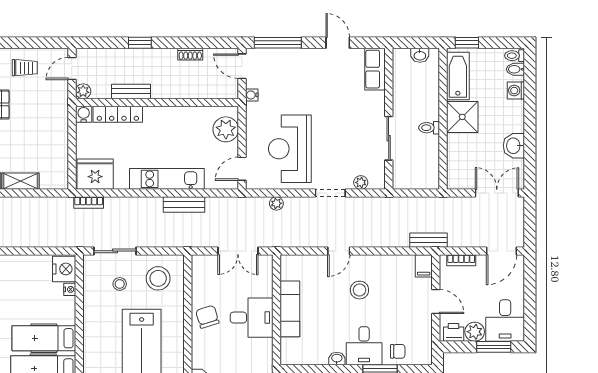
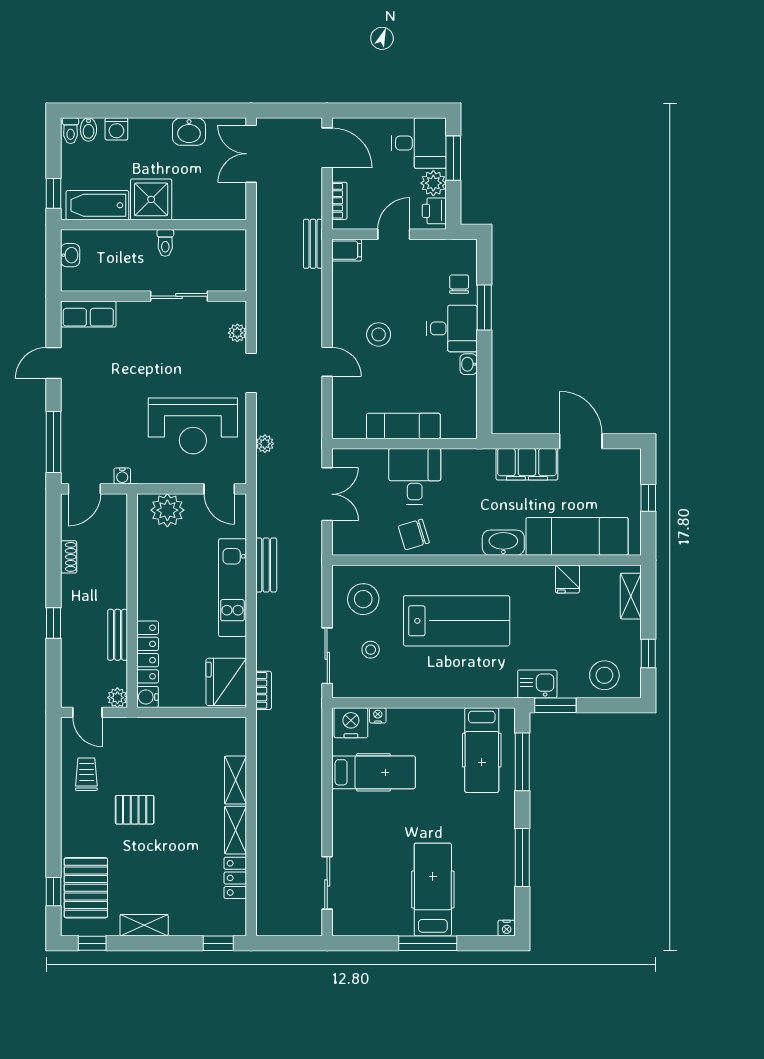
hospital bed: (44, 338) -> (374, 772), moved, turned -90

